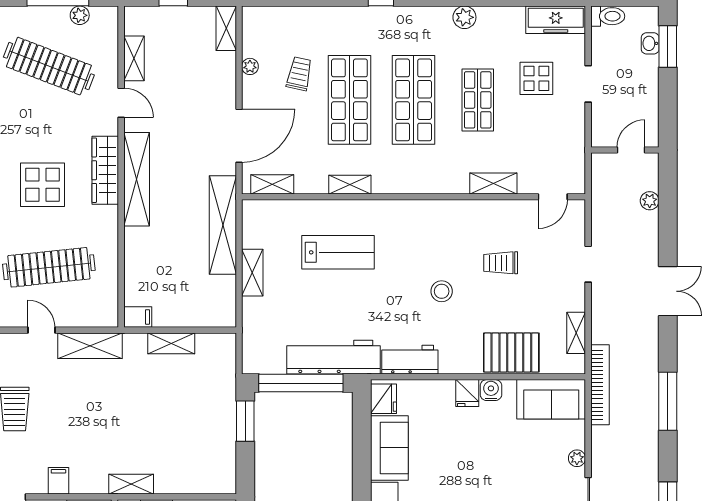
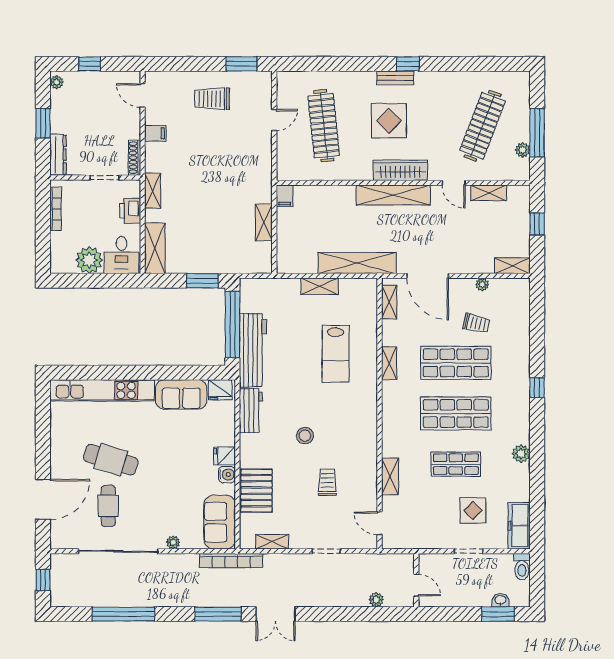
door: (121, 103) -> (454, 183), hinge flipped
double door: (668, 291) -> (276, 614), moved
shelving: (90, 346) -> (155, 248), moved

